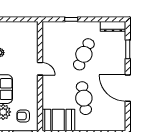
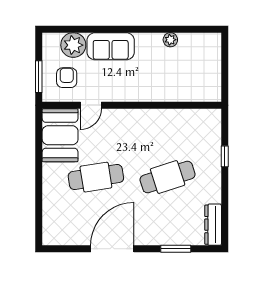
cafe table: (84, 54) -> (168, 177), turned -42
door: (40, 69) -> (91, 105), moved

